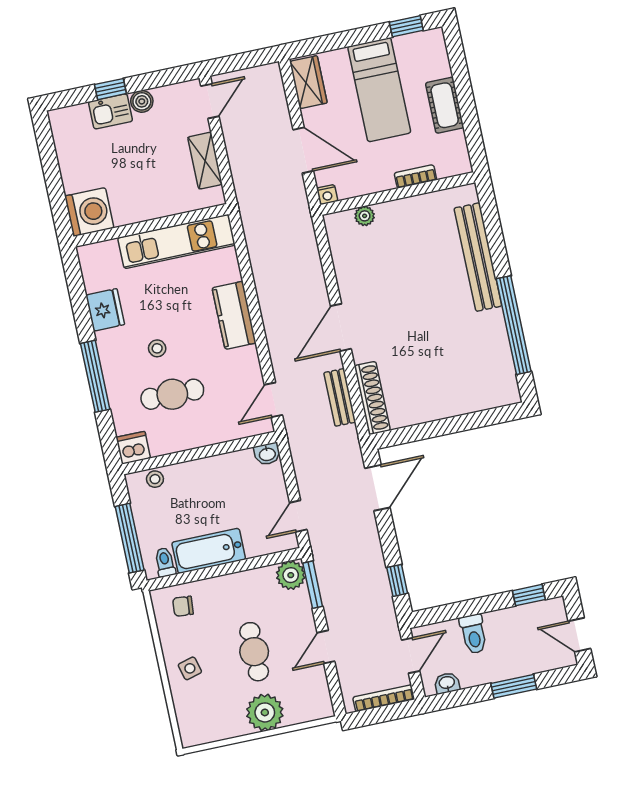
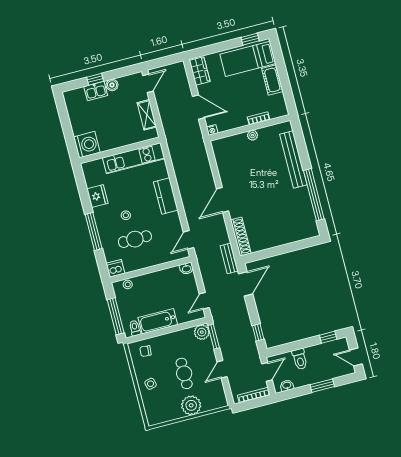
bed: (379, 90) -> (248, 59), moved, turned 90
plant: (365, 216) -> (253, 135), moved
bench: (340, 397) -> (229, 258), moved

